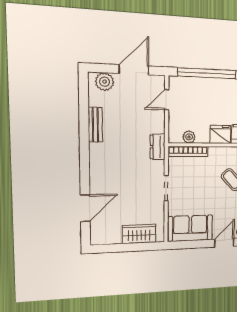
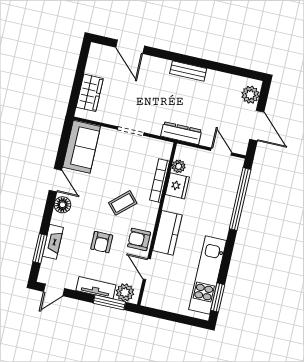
bench: (95, 125) -> (188, 71), moved
fridge: (220, 134) -> (177, 186), moved
dresser: (158, 147) -> (181, 133), width x1.44
bookcase: (188, 151) -> (160, 181), moved

